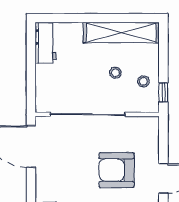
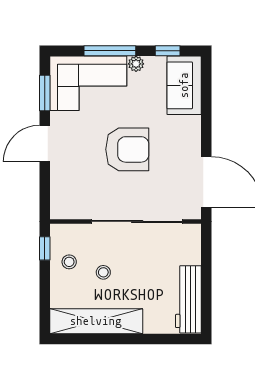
workbench: (46, 43) -> (188, 299), width x1.38
armchair: (117, 170) -> (127, 149), moved

